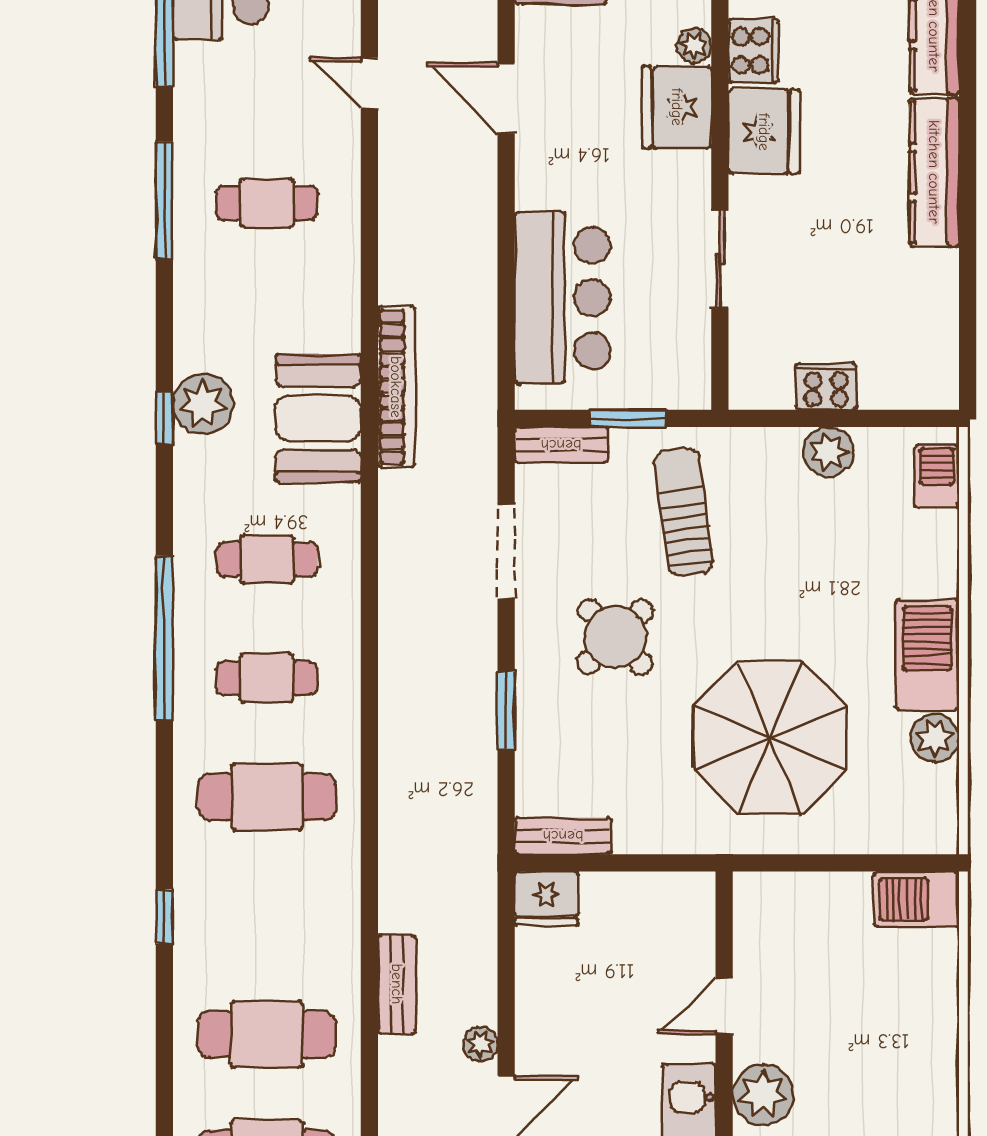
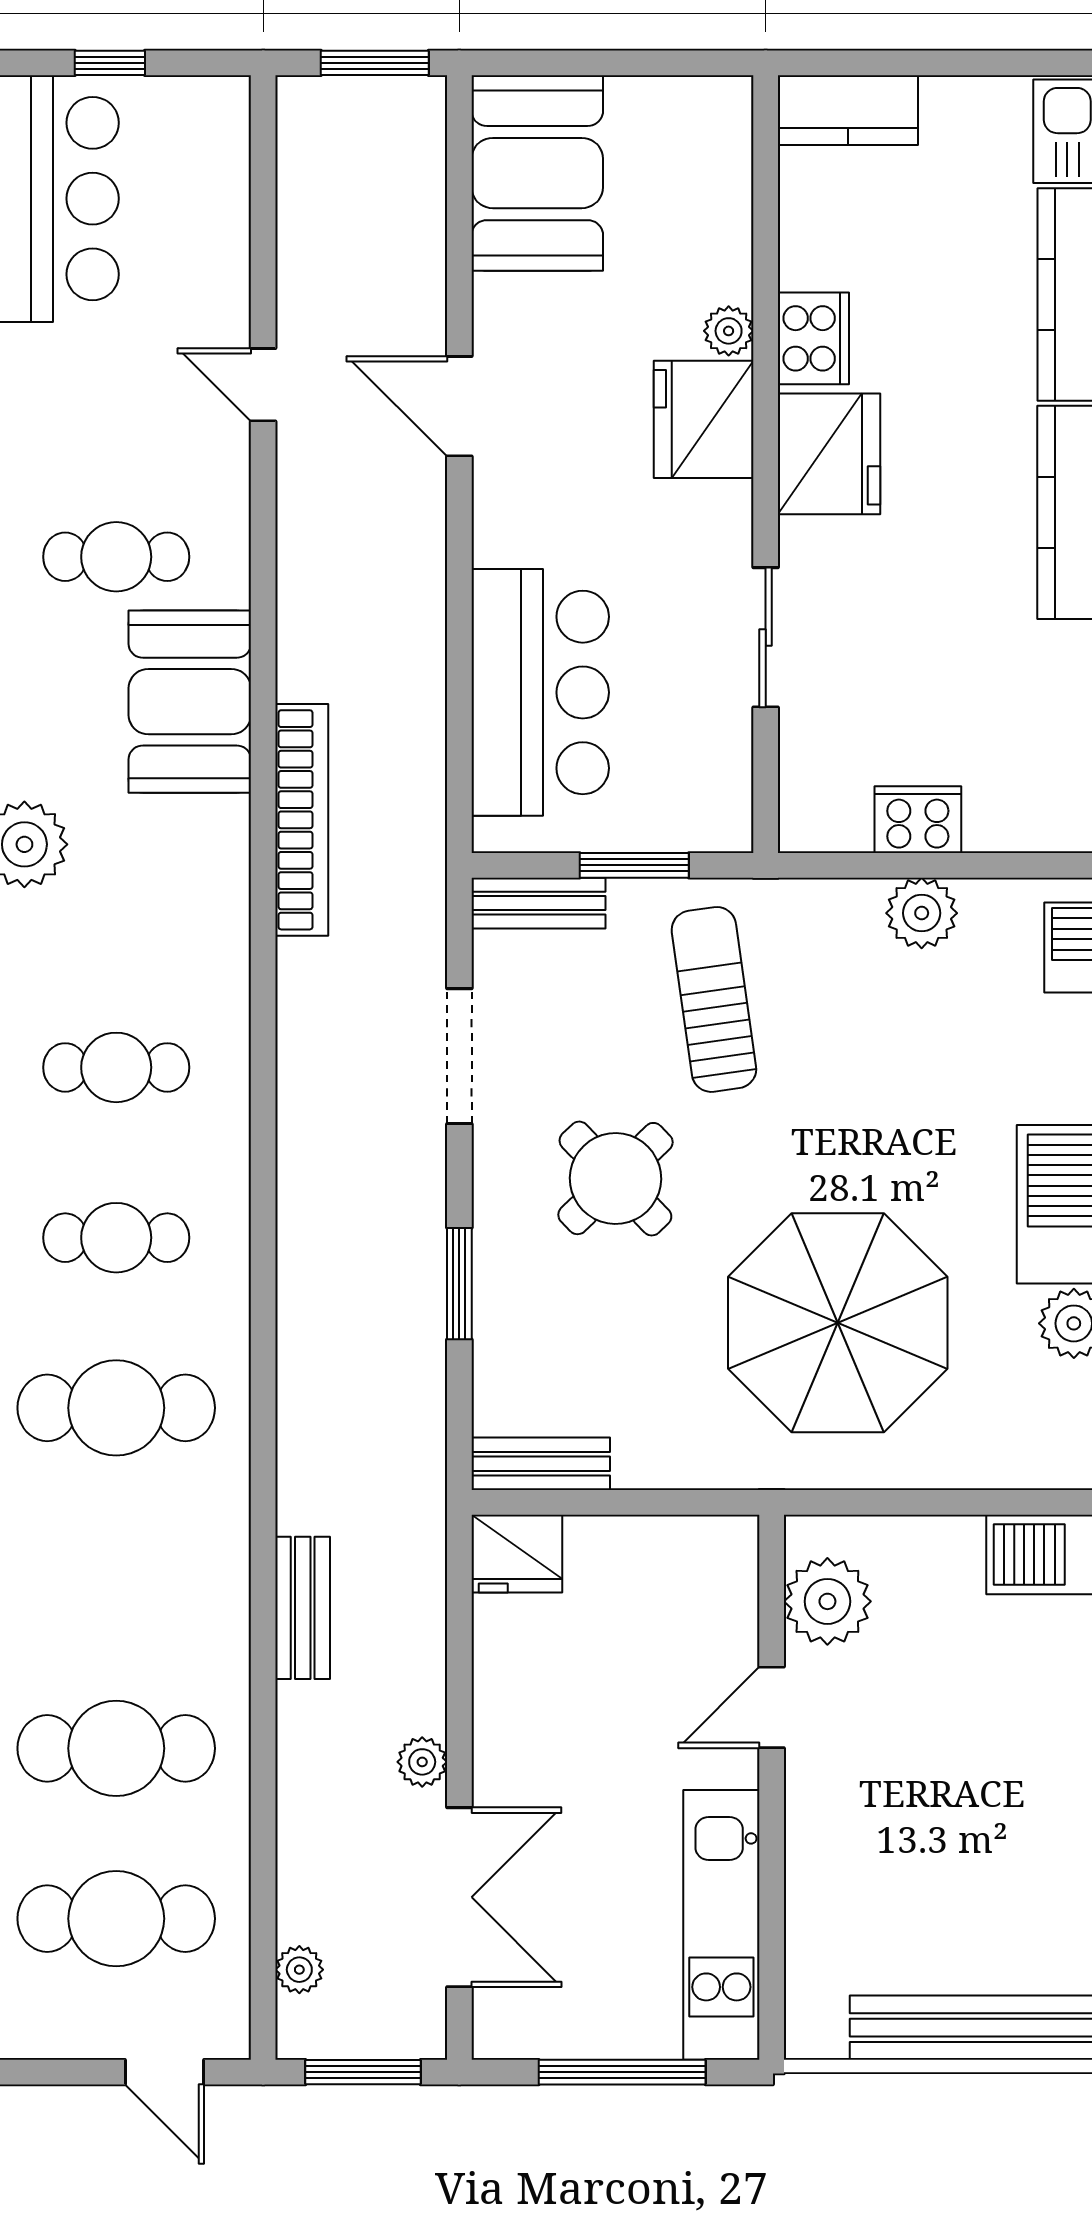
booth: (318, 418) -> (190, 702), moved
bench: (397, 984) -> (303, 1608), moved
plant: (763, 1095) -> (827, 1601), moved

